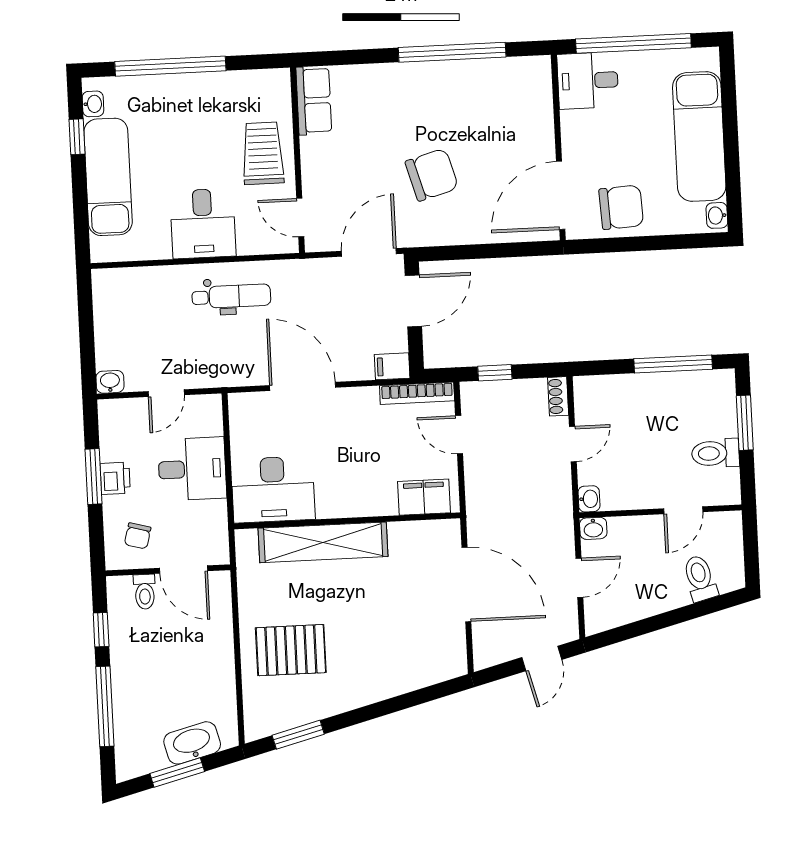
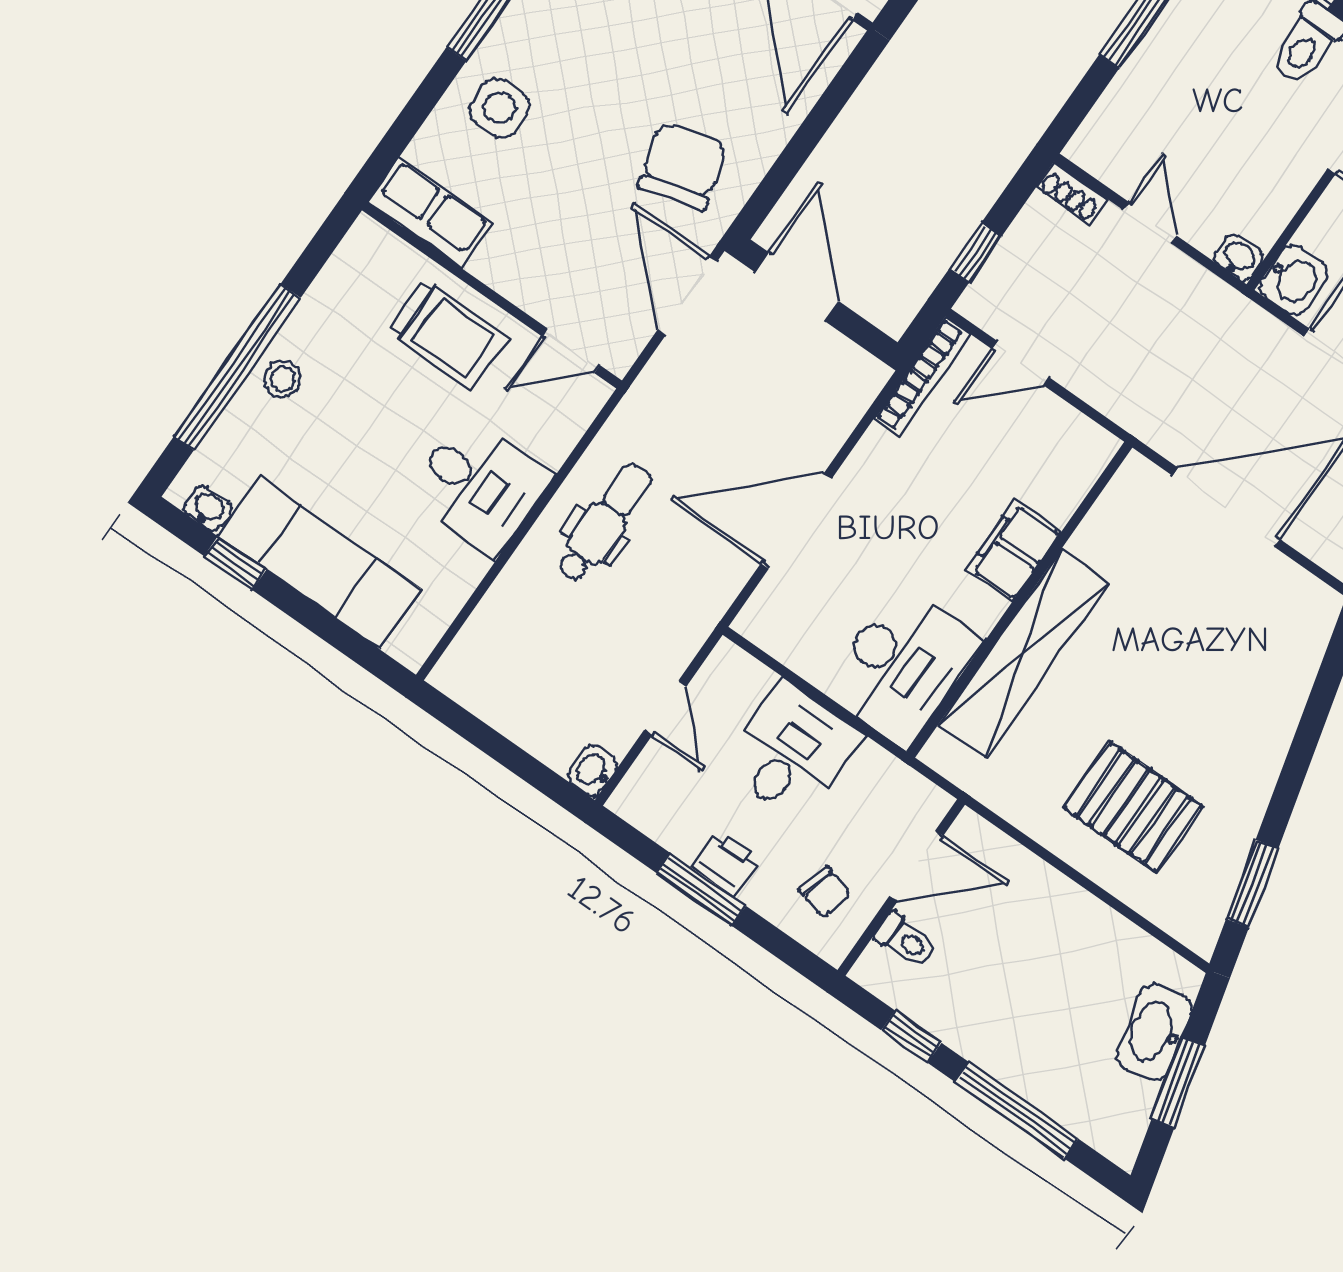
stool: (181, 92) -> (282, 379), added
side table: (389, 95) -> (500, 108), added
trolley: (263, 153) -> (447, 334), turned 180
chair: (432, 175) -> (683, 166), moved
filing cabinet: (392, 366) -> (862, 382), removed
filing cabinet: (424, 497) -> (1014, 550), moved
washbasin: (593, 528) -> (1294, 280), width x1.38, depth x1.45
pallet: (291, 650) -> (1133, 807), turned 90

